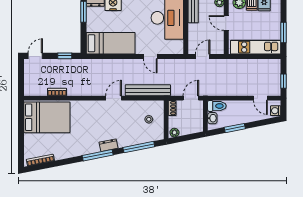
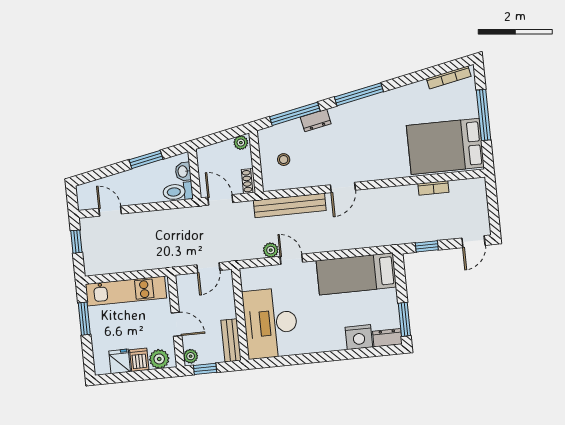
plant: (163, 63) -> (271, 250), added
door: (191, 98) -> (220, 200), swing flipped
washing machine: (276, 111) -> (84, 194), removed
window: (21, 134) -> (484, 115), added
dresser: (109, 145) -> (316, 120), moved

